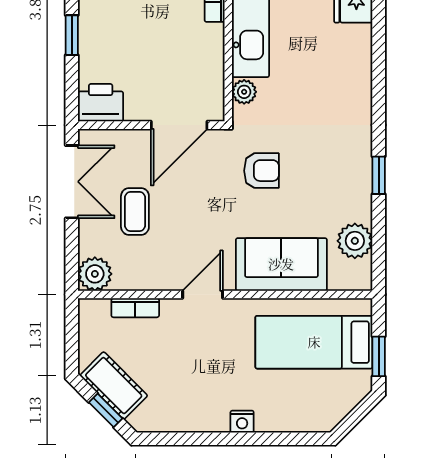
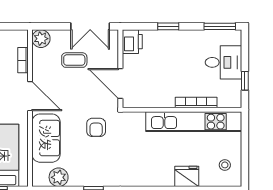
plant: (244, 92) -> (138, 118), removed
door: (203, 294) -> (30, 96), width x1.38

